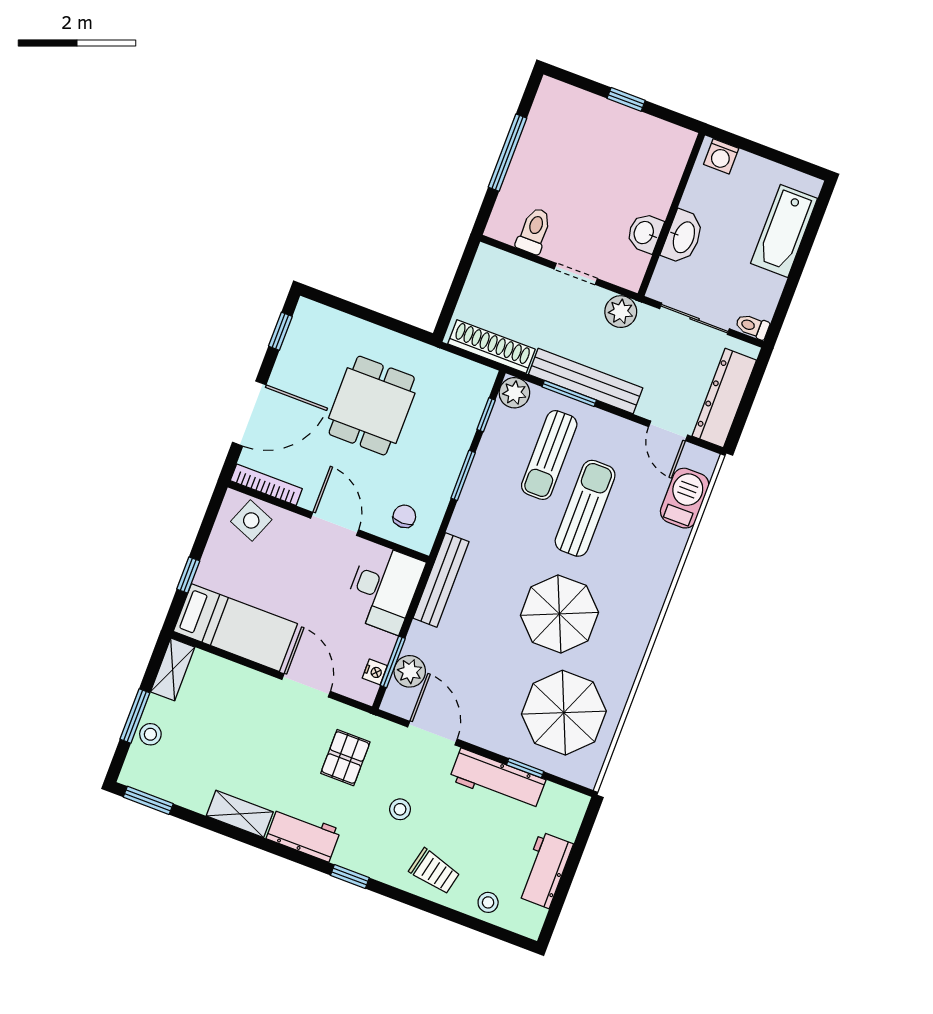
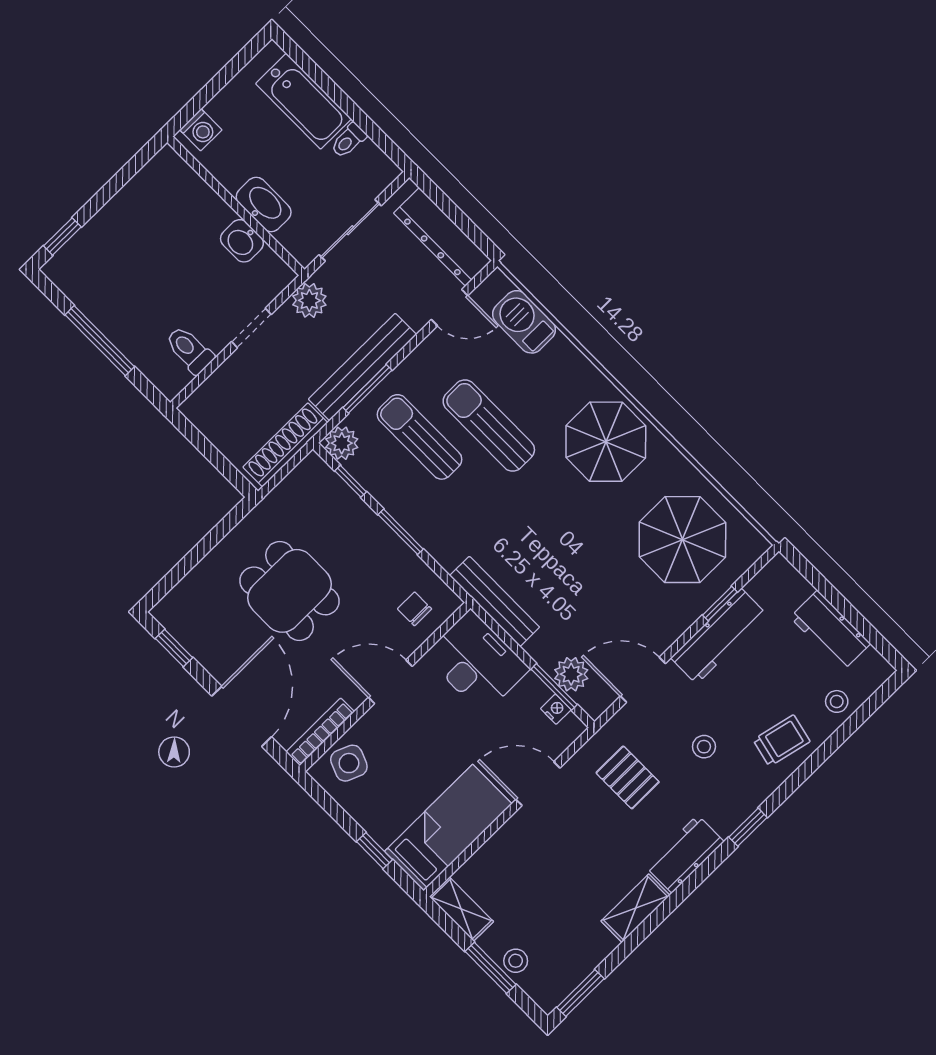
window: (626, 99) -> (62, 236), moved
toilet: (752, 326) -> (349, 140), moved
sun lounger: (549, 455) -> (420, 437), turned 180
parasol: (559, 614) -> (606, 442), moved

